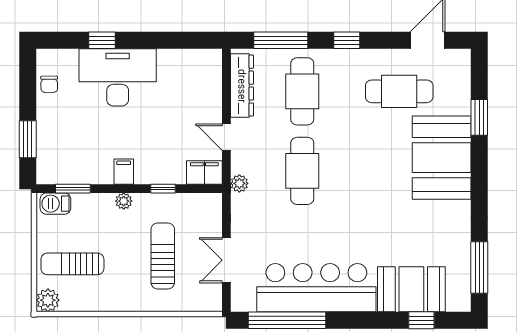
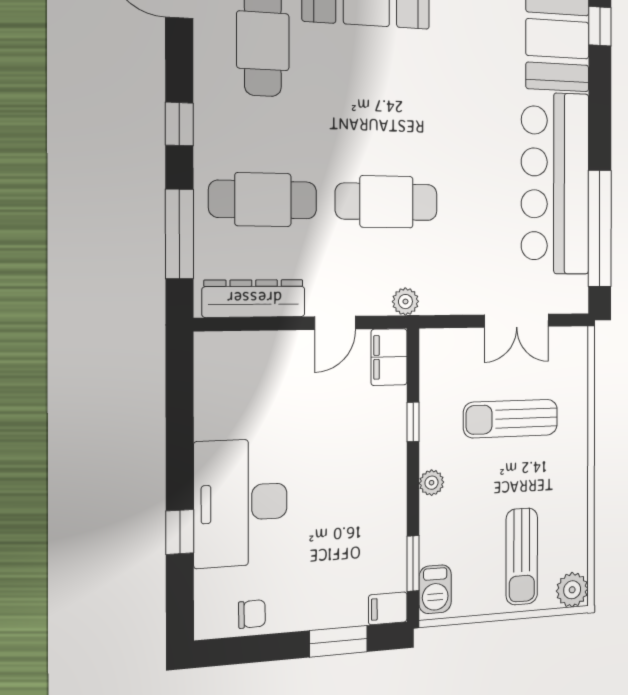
filing cabinet: (124, 172) -> (388, 608), moved

